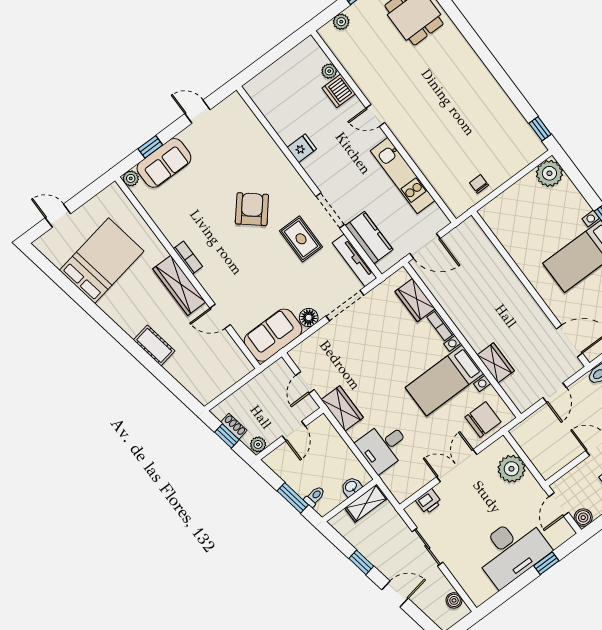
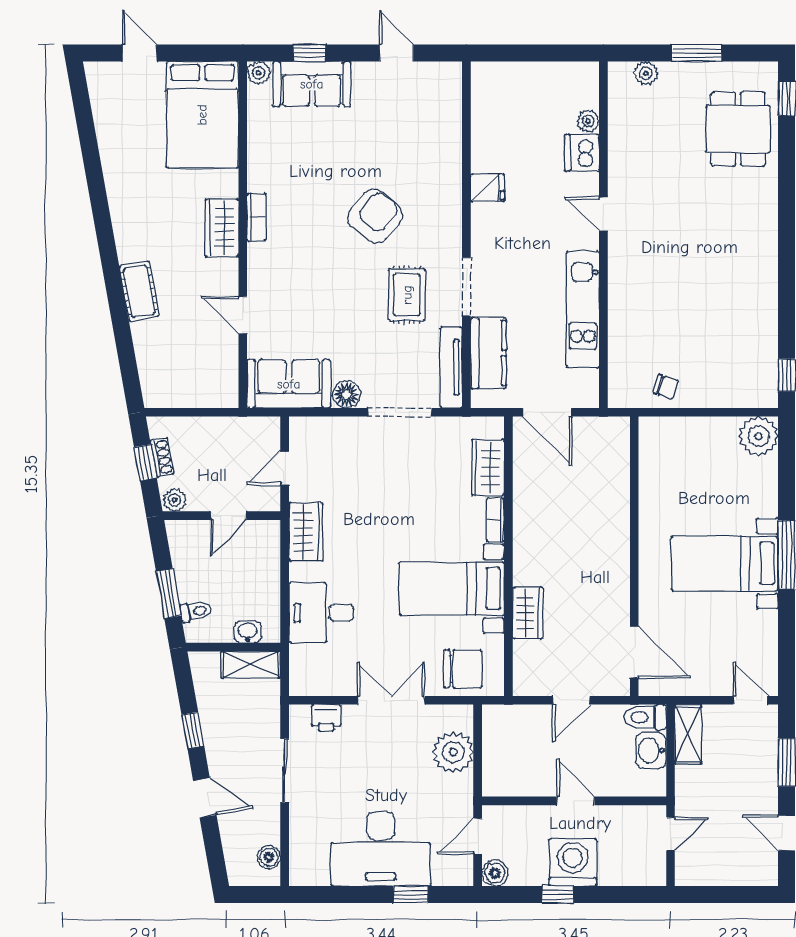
chair: (479, 184) -> (666, 387), turned 108
bed: (102, 261) -> (202, 115), moved, turned 100
wardrobe: (179, 285) -> (222, 228), width x0.67

